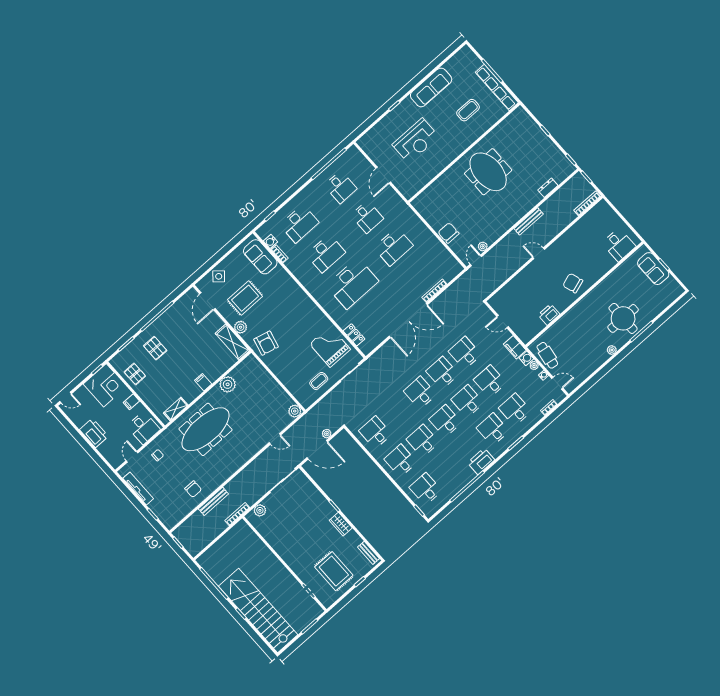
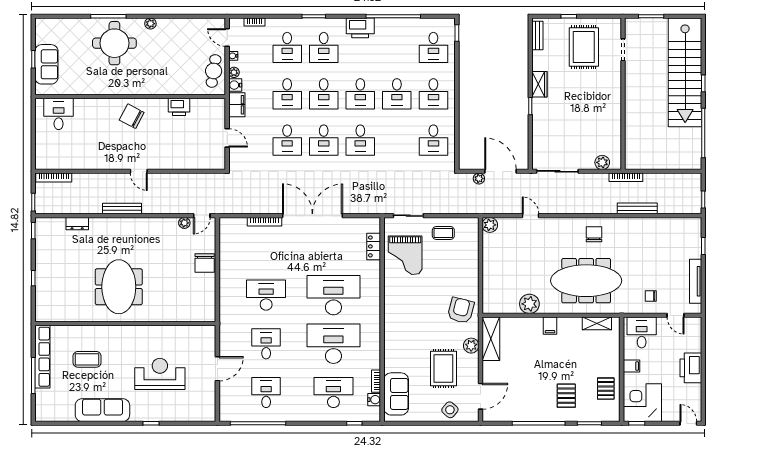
desk: (326, 253) -> (333, 344), width x1.36, depth x1.30
chair: (573, 283) -> (132, 116), turned 136
rug: (245, 298) -> (443, 369), turned 90
door: (132, 457) -> (676, 315), hinge flipped
chair: (193, 489) -> (594, 234), moved

